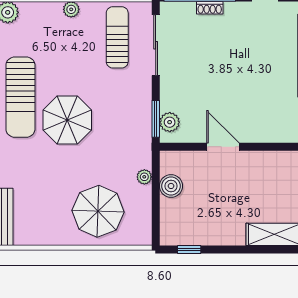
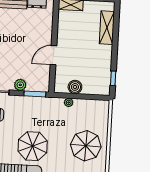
plant: (170, 122) -> (20, 85), moved
parasol: (98, 211) -> (86, 146), moved

